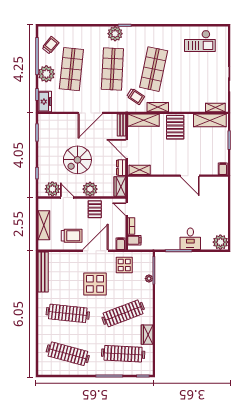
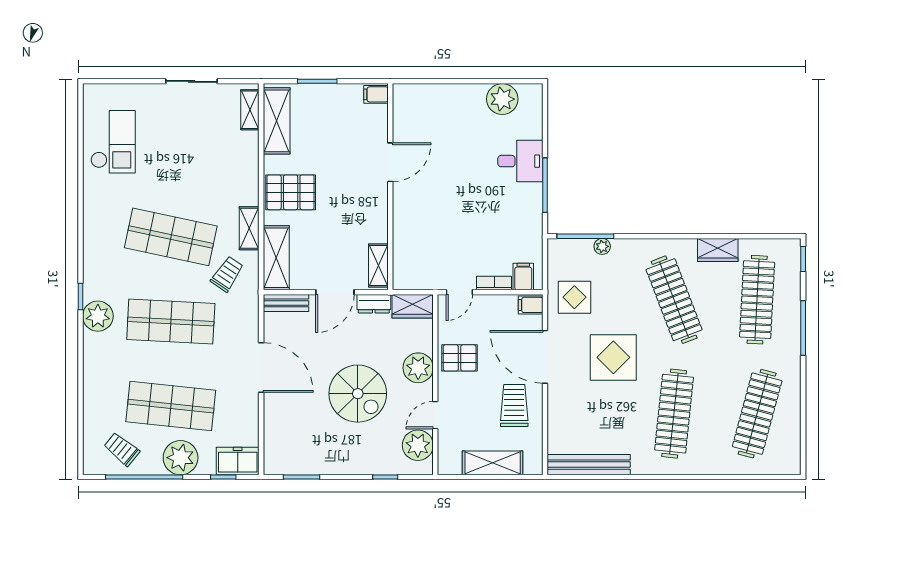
plant: (220, 242) -> (502, 99), moved

